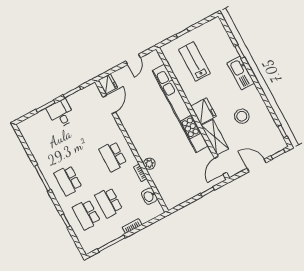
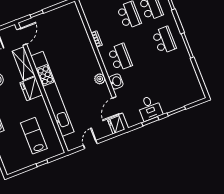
lab bench: (194, 61) -> (34, 136), turned 180
desk: (61, 114) -> (150, 108), moved
plant: (149, 164) -> (100, 79), moved
washbasin: (149, 196) -> (116, 81), moved

